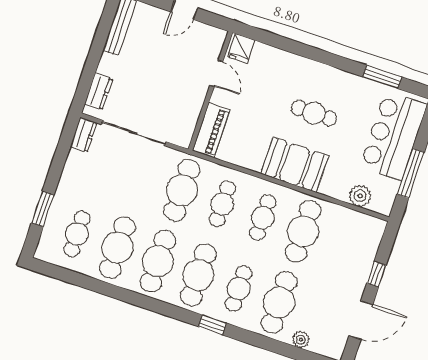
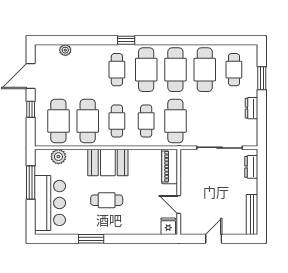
window: (382, 77) -> (91, 239), moved
dresser: (83, 135) -> (252, 108), moved
cafe table: (279, 302) -> (58, 121), moved

